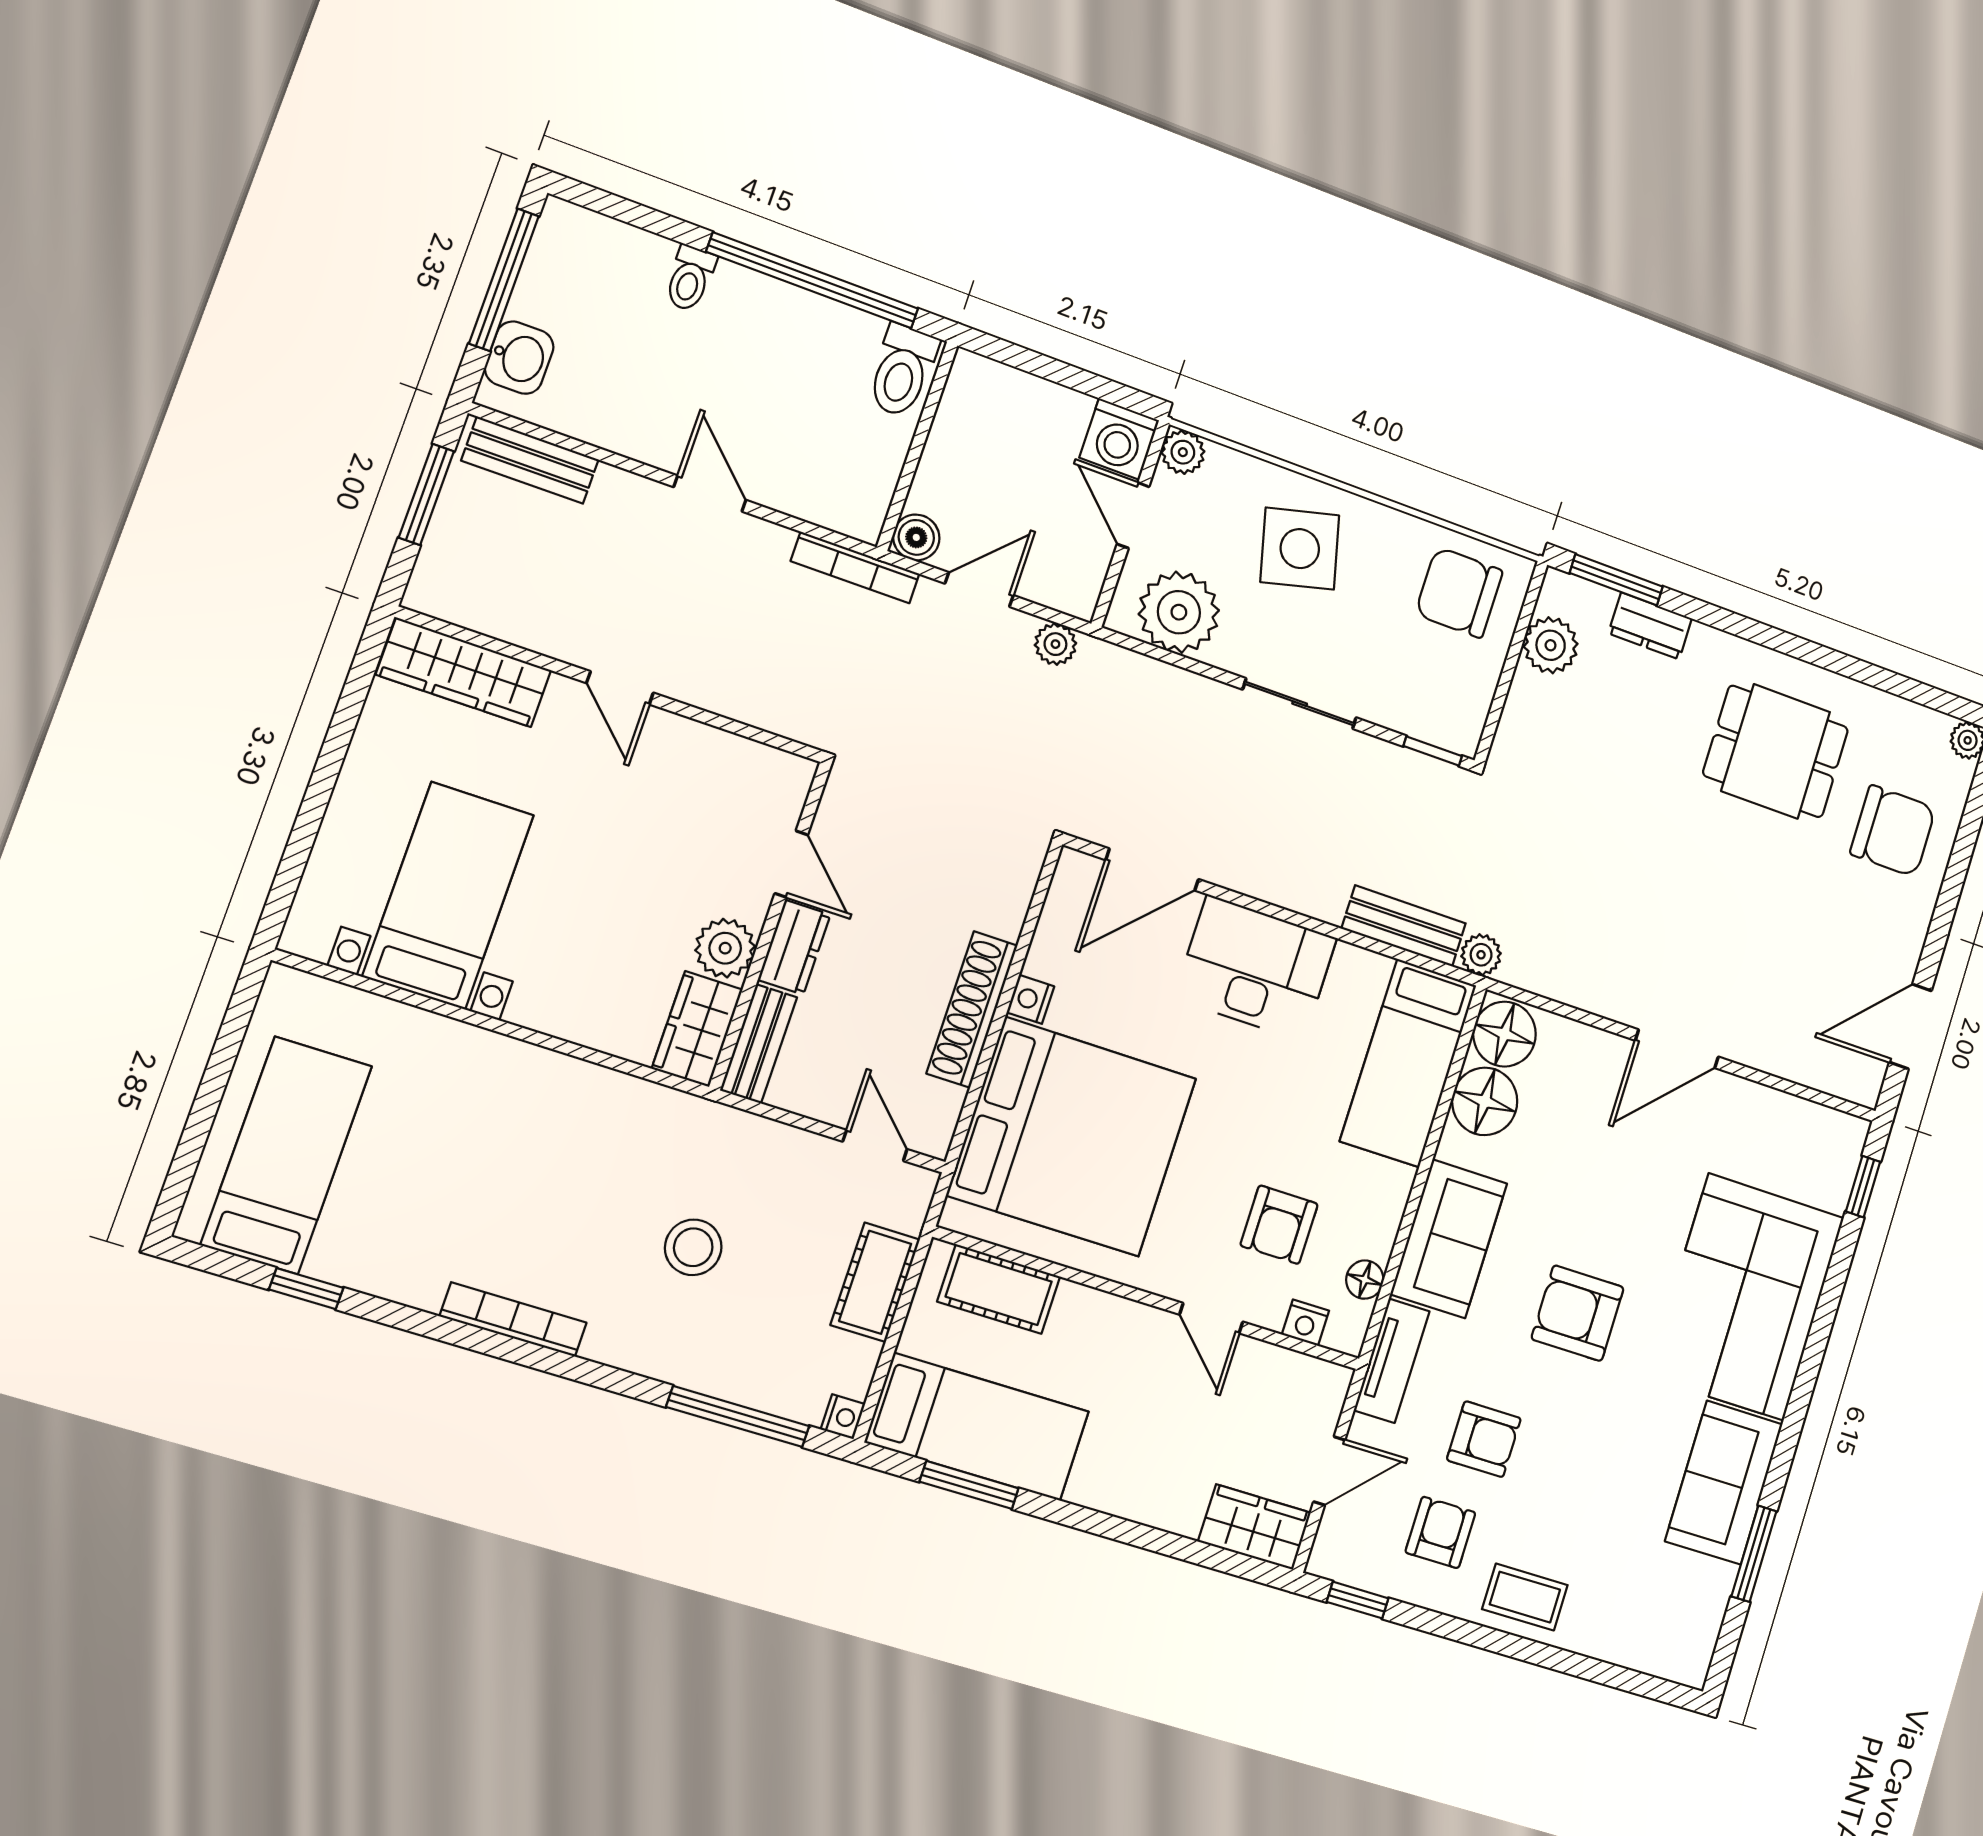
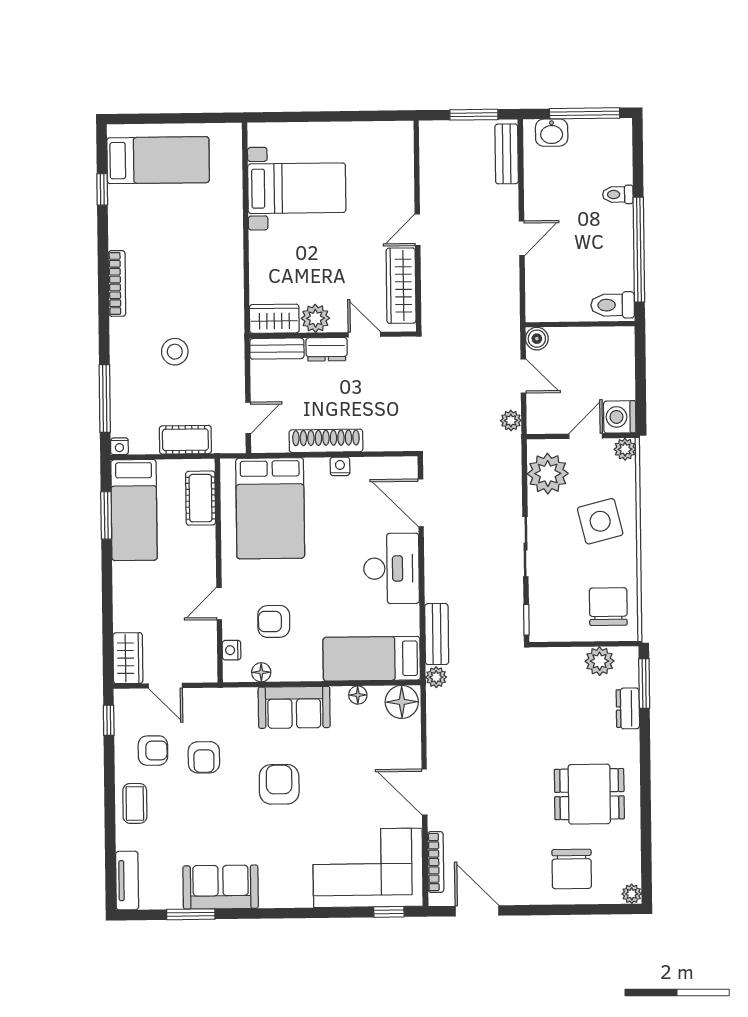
bookcase: (855, 567) -> (436, 862), moved, turned 180
wardrobe: (464, 672) -> (401, 286), moved
dining table: (1776, 751) -> (589, 794), turned 90
door: (791, 864) -> (364, 335), swing flipped
floor lamp: (1485, 1101) -> (358, 695), width x0.53, depth x0.53
bed: (1072, 1137) -> (270, 508), width x0.73
corner sofa: (1746, 1297) -> (368, 868), moved
tv unit: (1392, 1361) -> (127, 881), moved, turned -90

